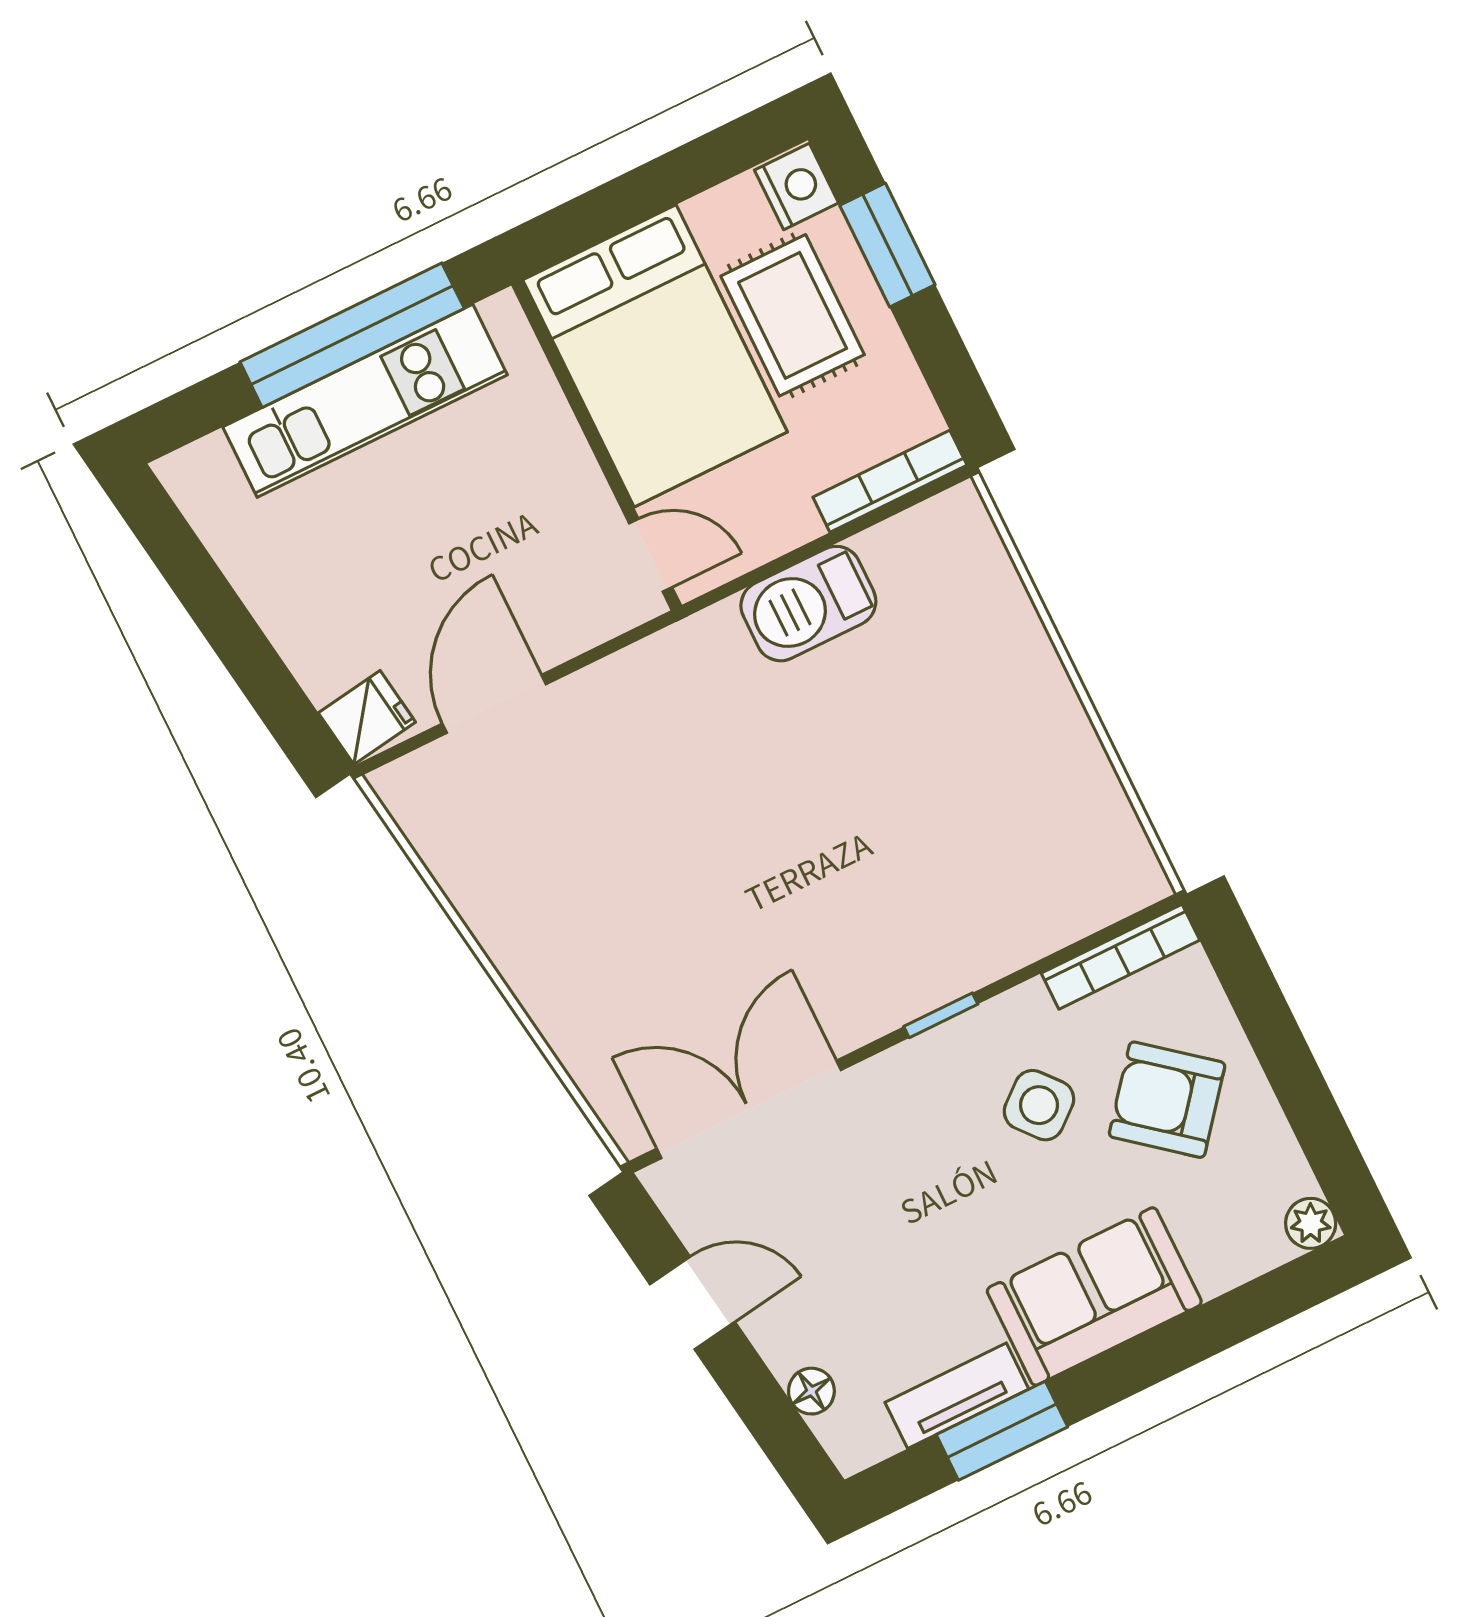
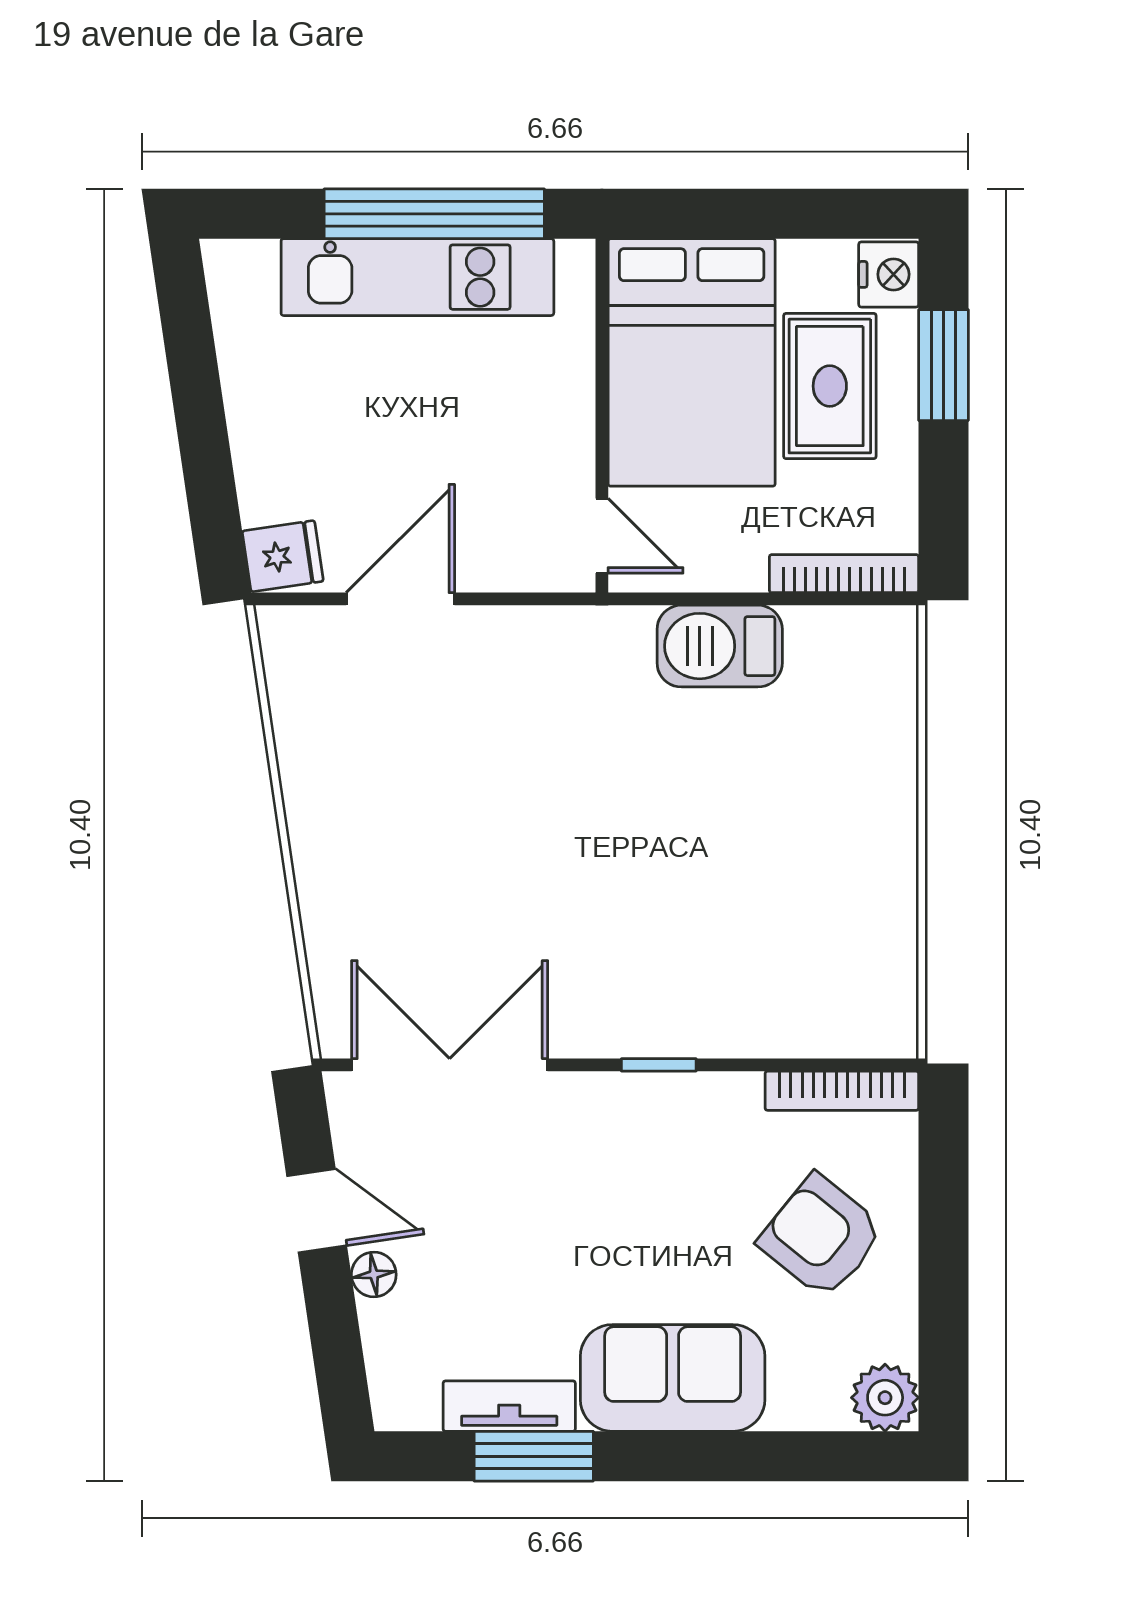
side table: (1039, 1105) -> (706, 1186), removed
plant: (1311, 1223) -> (885, 1398), width x1.38, depth x1.38
floor lamp: (811, 1391) -> (374, 1274), moved

